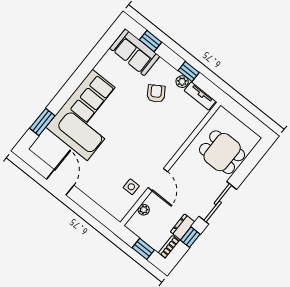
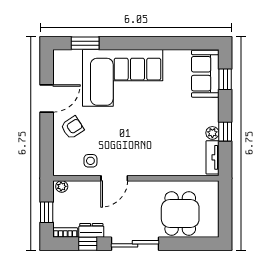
armchair: (156, 93) -> (72, 128), moved
plant: (144, 210) -> (62, 186), moved

